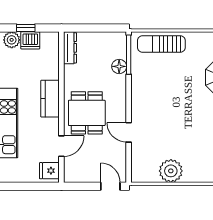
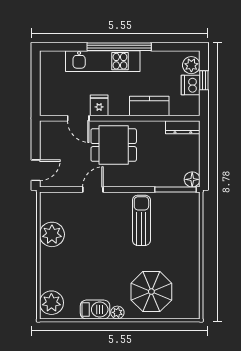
sun lounger: (161, 44) -> (141, 220), moved
floor lamp: (119, 66) -> (192, 179), moved
kitchen counter: (50, 99) -> (149, 106), moved
fridge: (49, 171) -> (99, 105), moved

